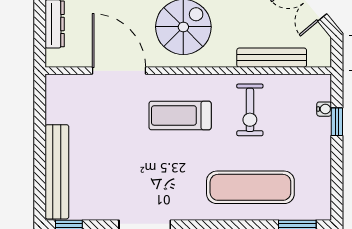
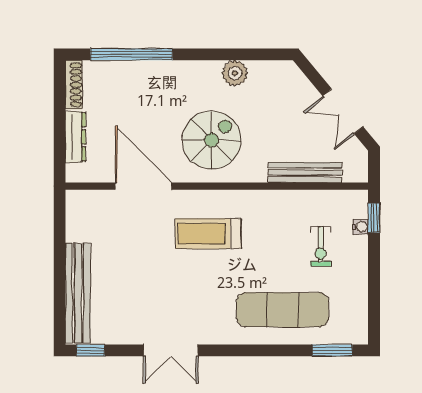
exercise bike: (250, 110) -> (321, 246), moved, width x0.73, depth x0.72
window: (337, 122) -> (374, 218), moved

